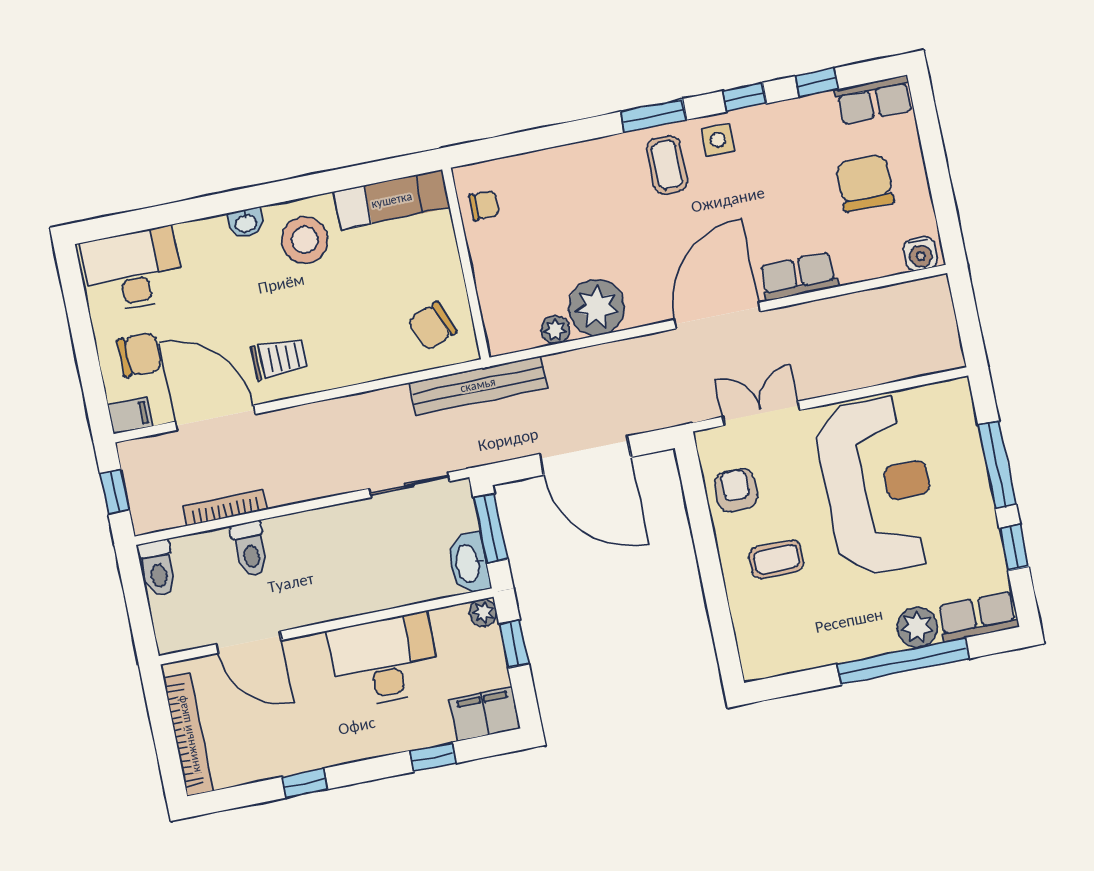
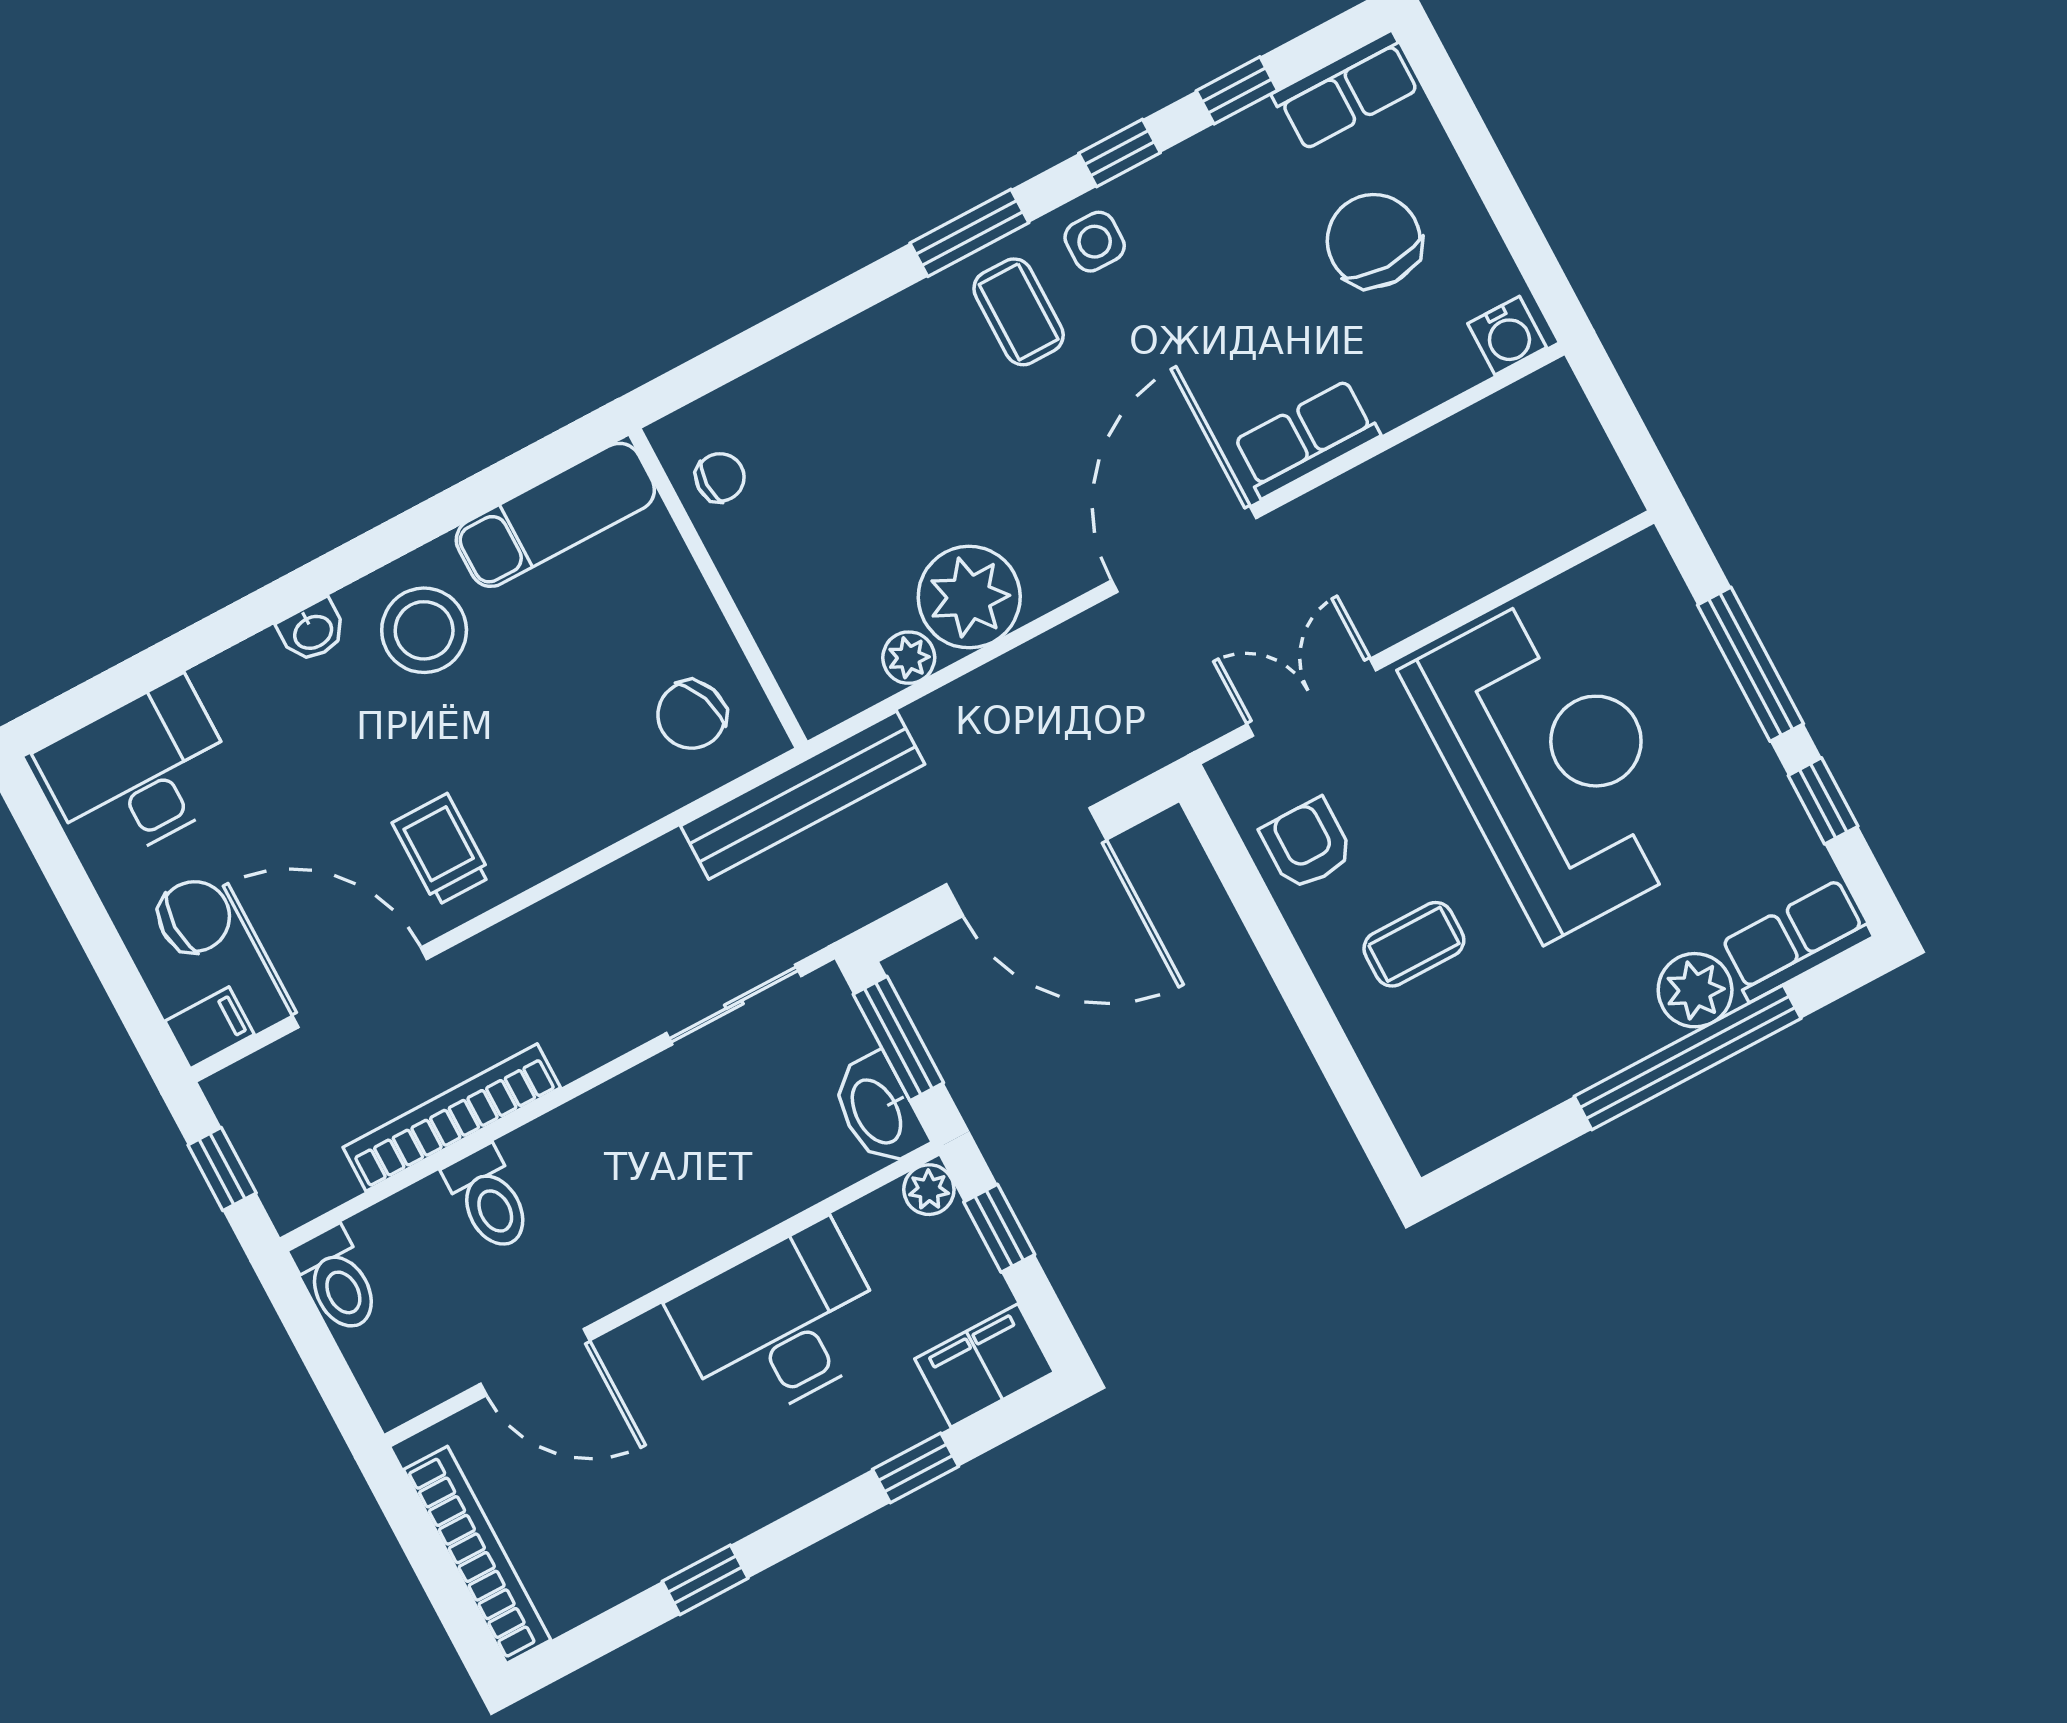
trolley: (280, 358) -> (442, 850), turned -90
bookcase: (225, 508) -> (452, 1117), width x1.48, depth x1.31

